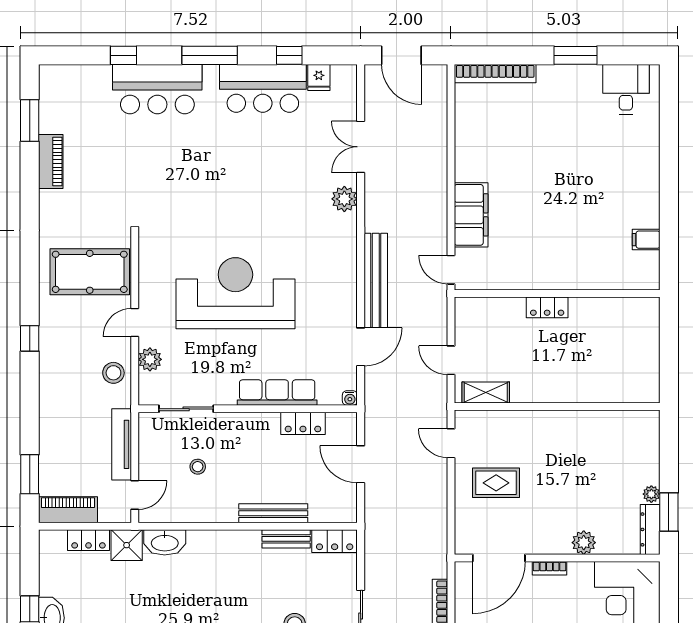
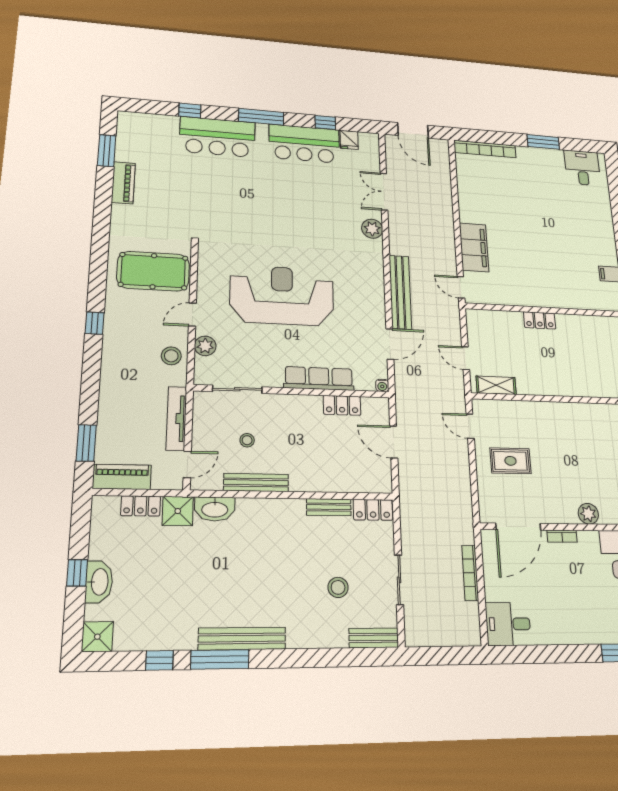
bench: (273, 513) -> (256, 483), moved

